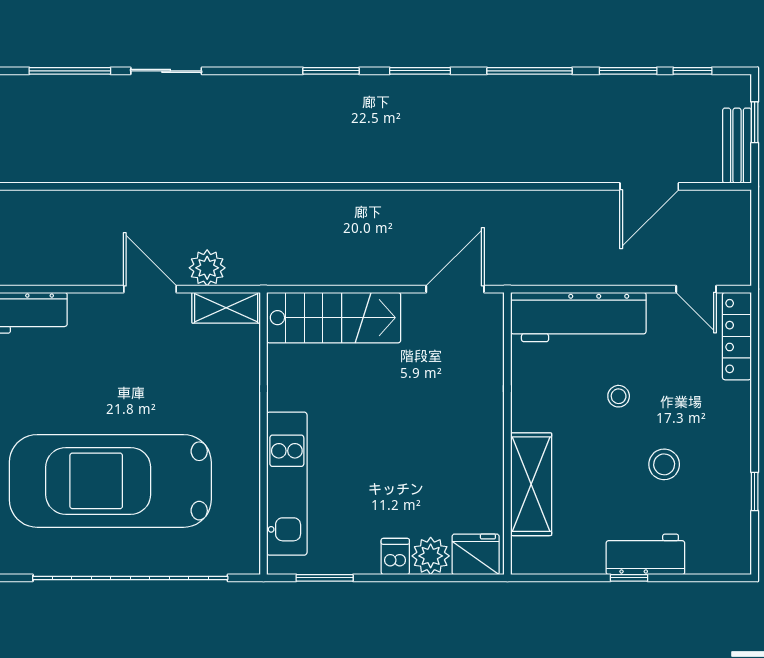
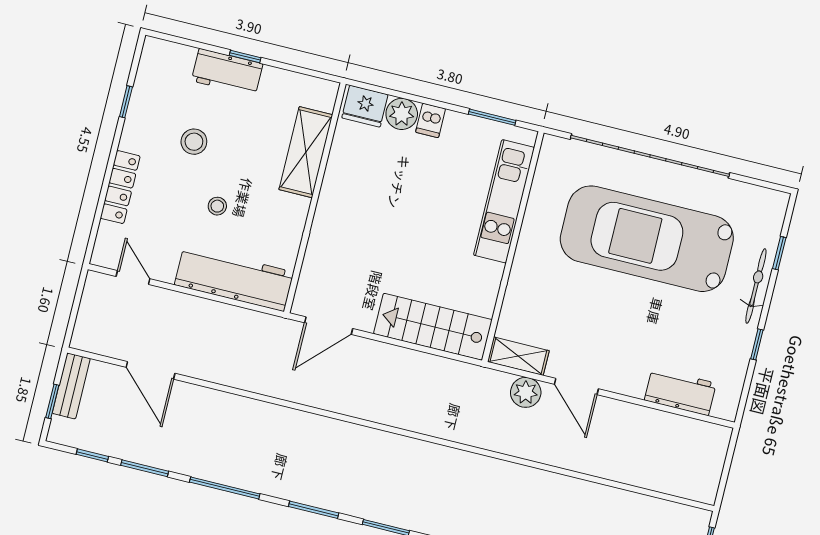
door: (649, 186) -> (151, 370), swing flipped
locker: (737, 336) -> (120, 187), moved
car: (110, 481) -> (647, 239), turned 180

